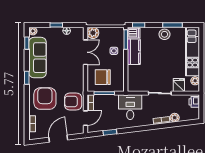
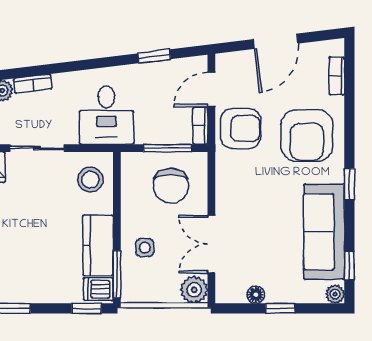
stool: (164, 34) -> (90, 180), moved
chair: (103, 77) -> (171, 186), turned 90

